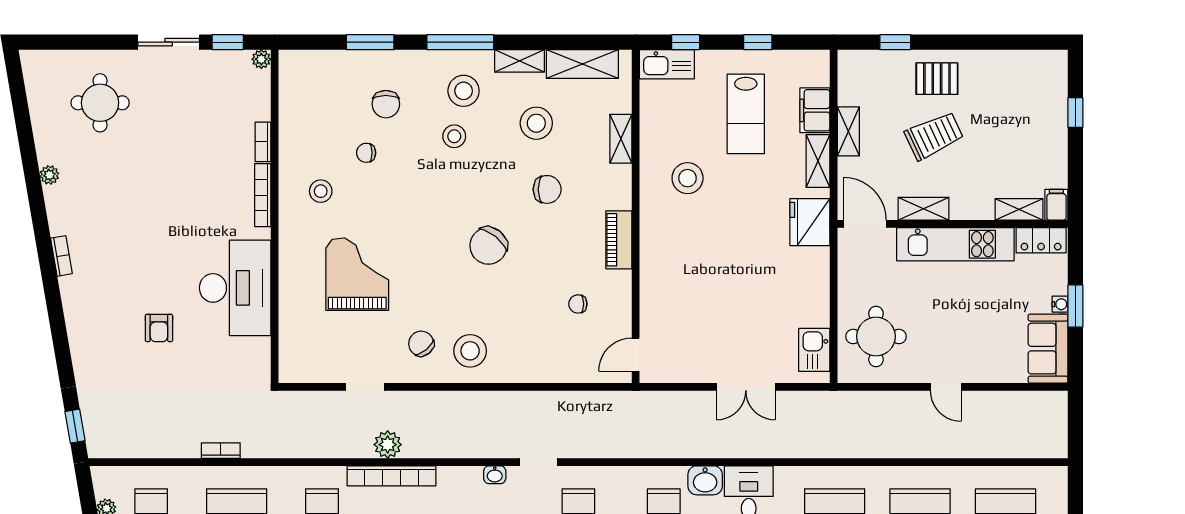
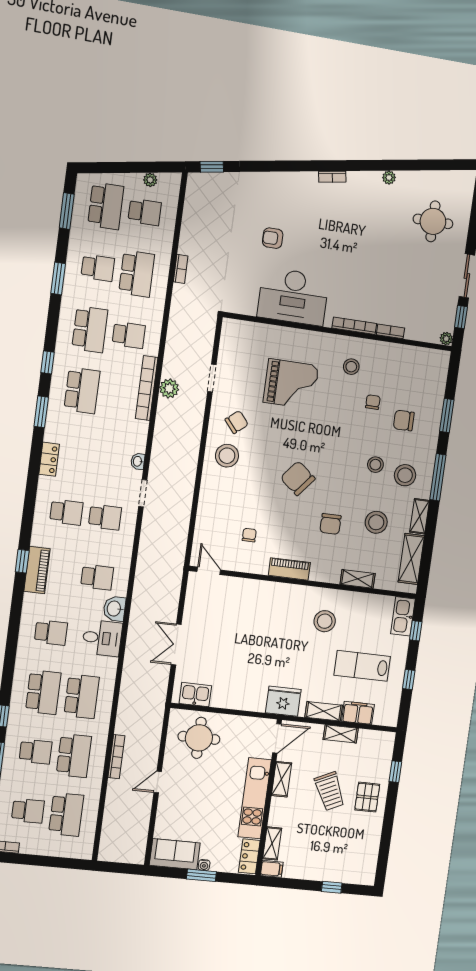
bookcase: (915, 450) -> (116, 757), added

